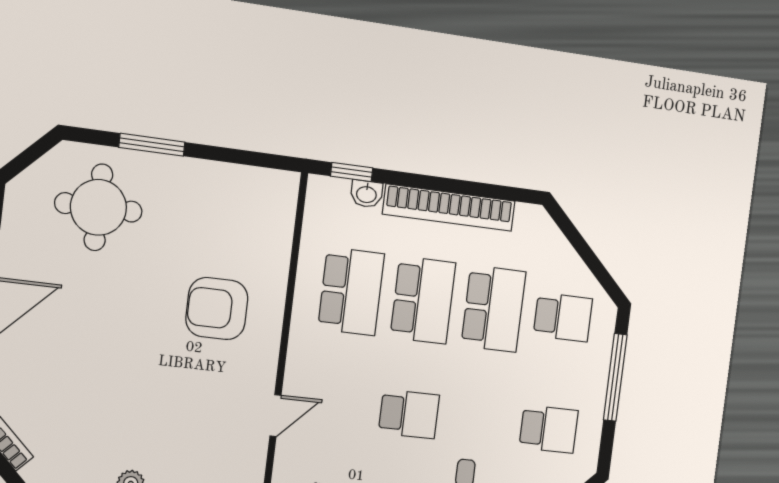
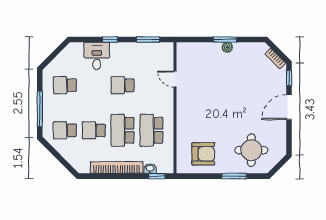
armchair: (217, 309) -> (203, 154), moved
school desk: (494, 309) -> (94, 130), width x0.54
door: (275, 416) -> (175, 79), hinge flipped

